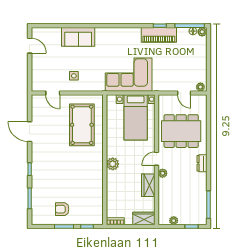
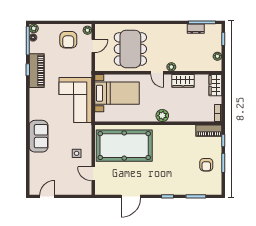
sofa: (78, 37) -> (39, 136), moved
armchair: (191, 67) -> (68, 40), added
door: (53, 93) -> (93, 174), swing flipped
pool table: (82, 125) -> (124, 146), width x1.36, depth x1.32
dresser: (202, 163) -> (196, 29), moved
piano: (97, 212) -> (209, 131), added

